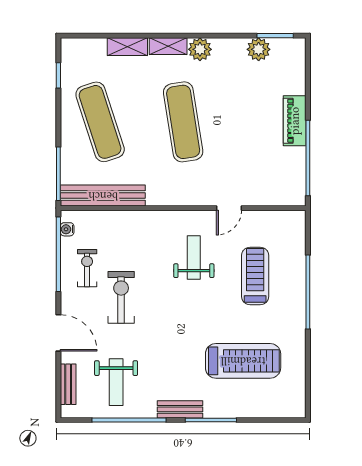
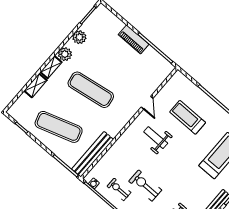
plant: (259, 49) -> (79, 37), moved

